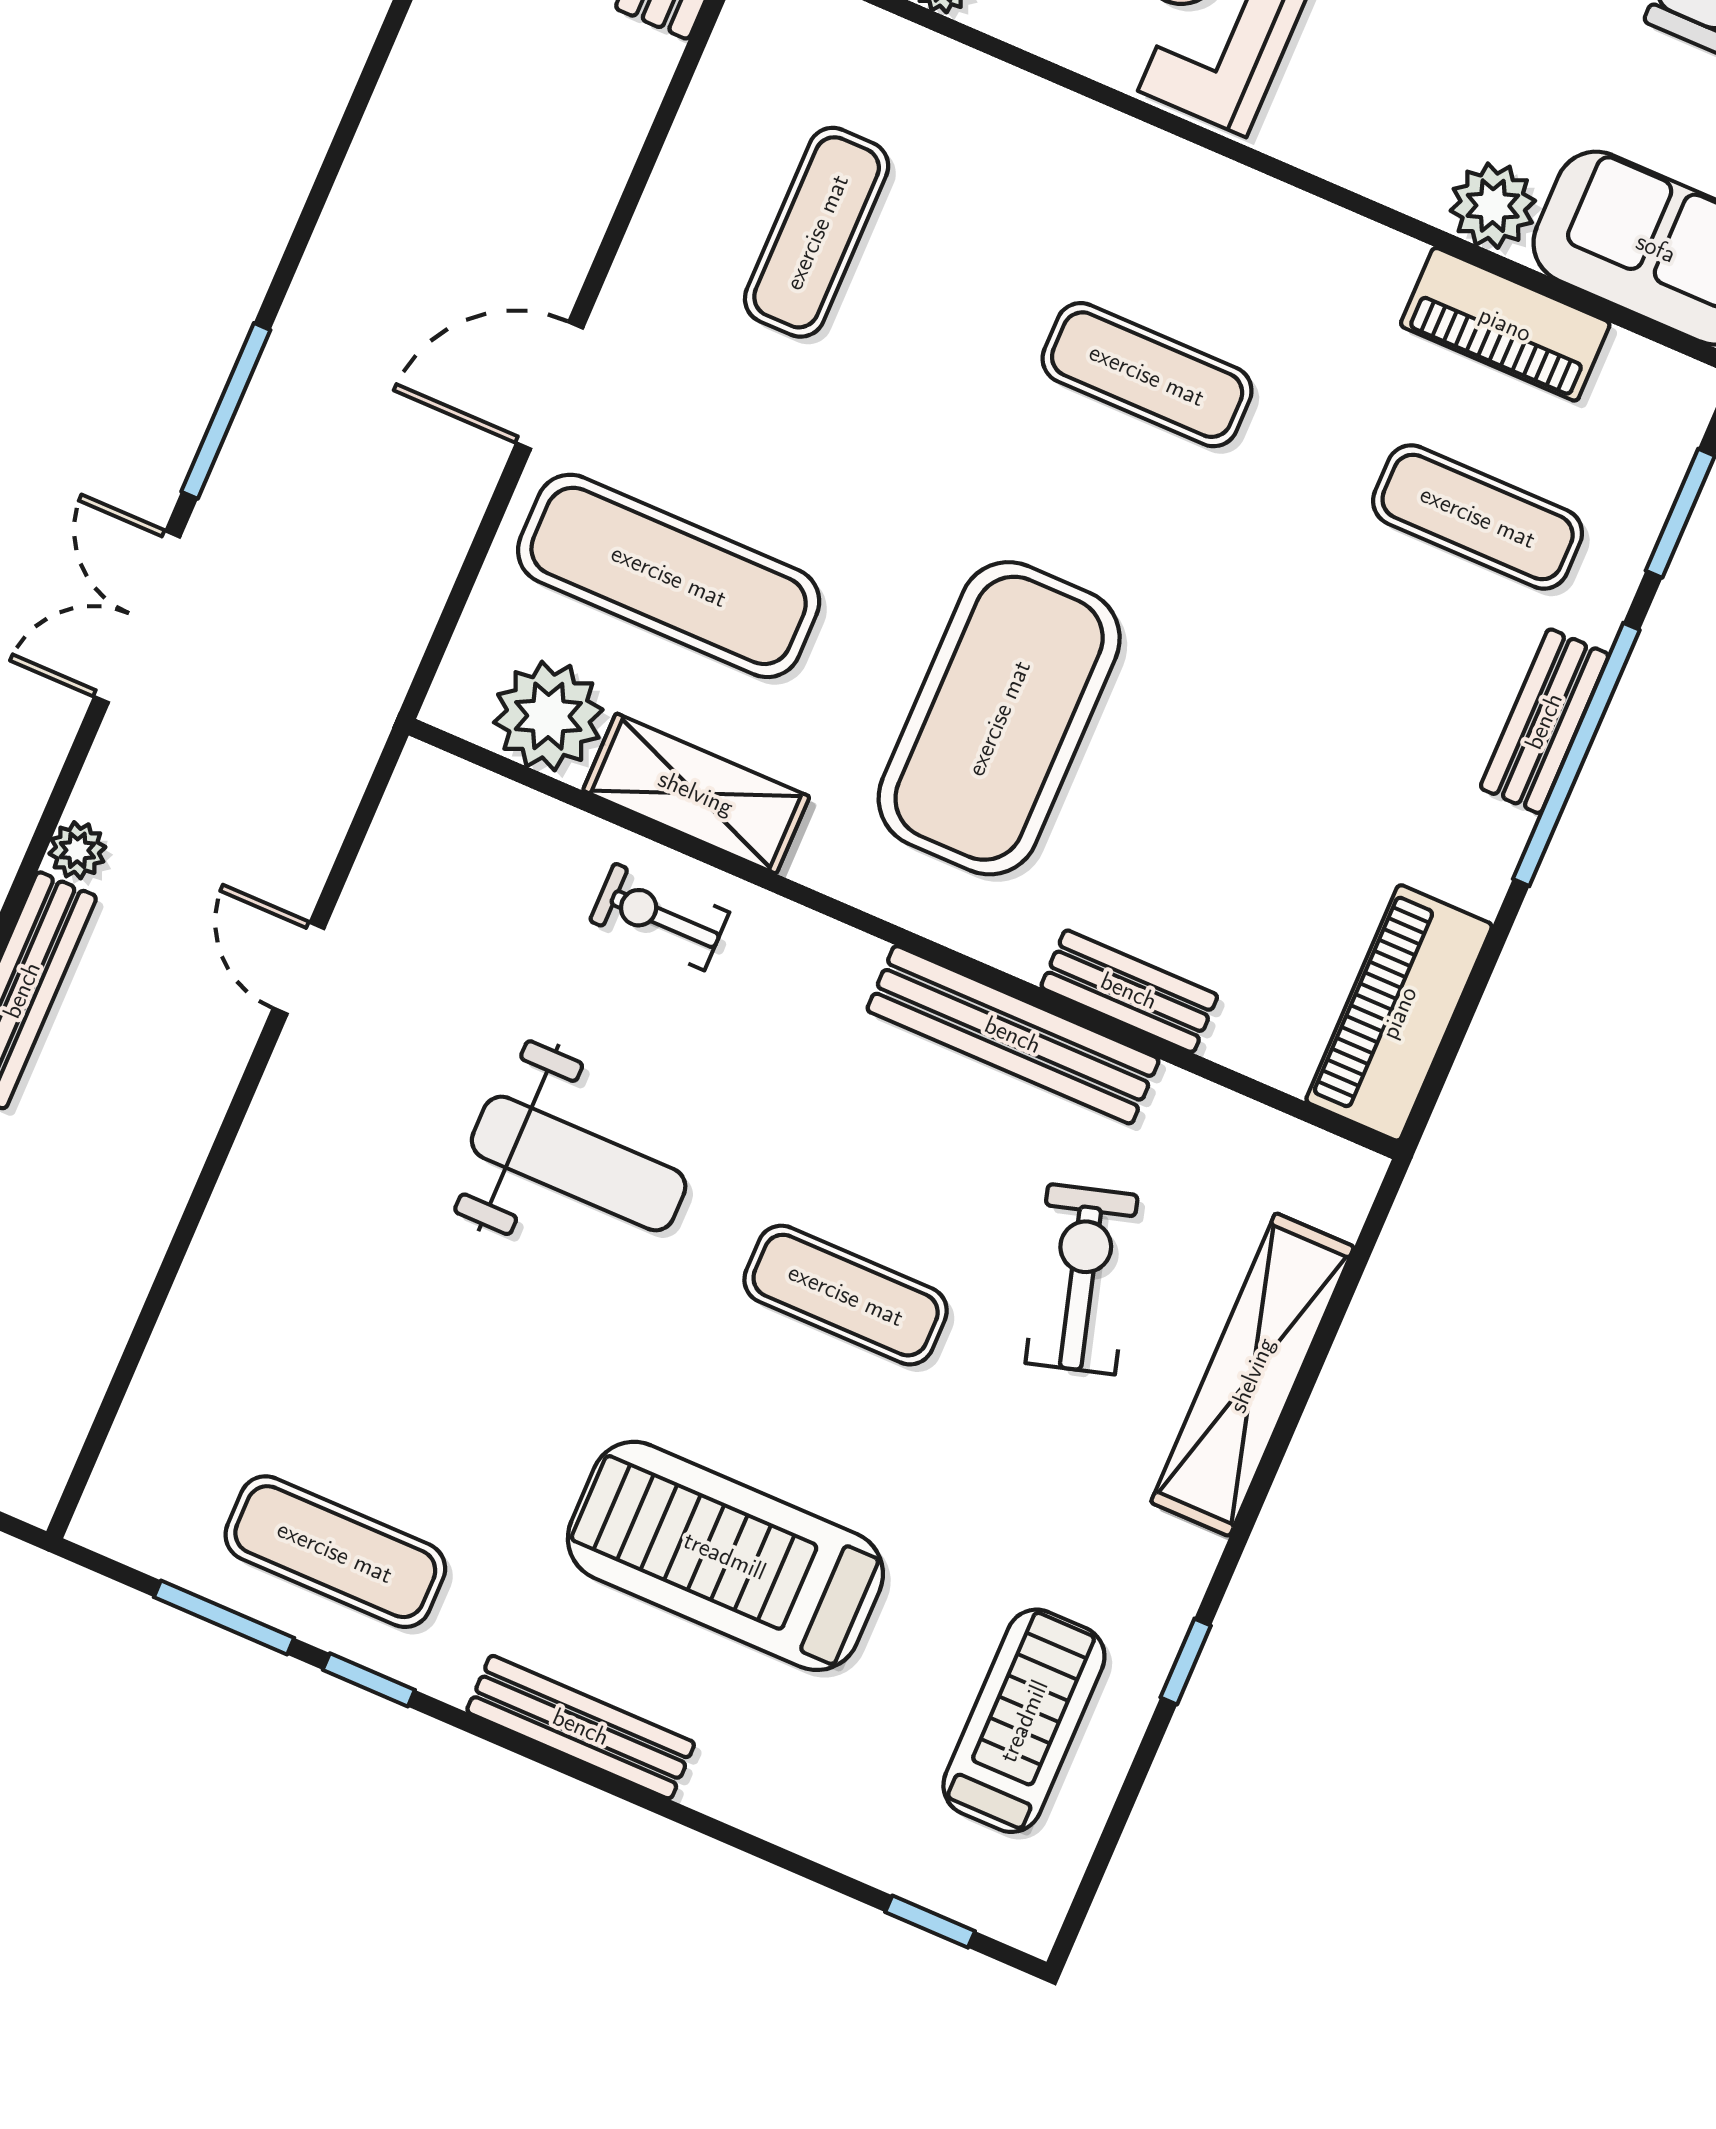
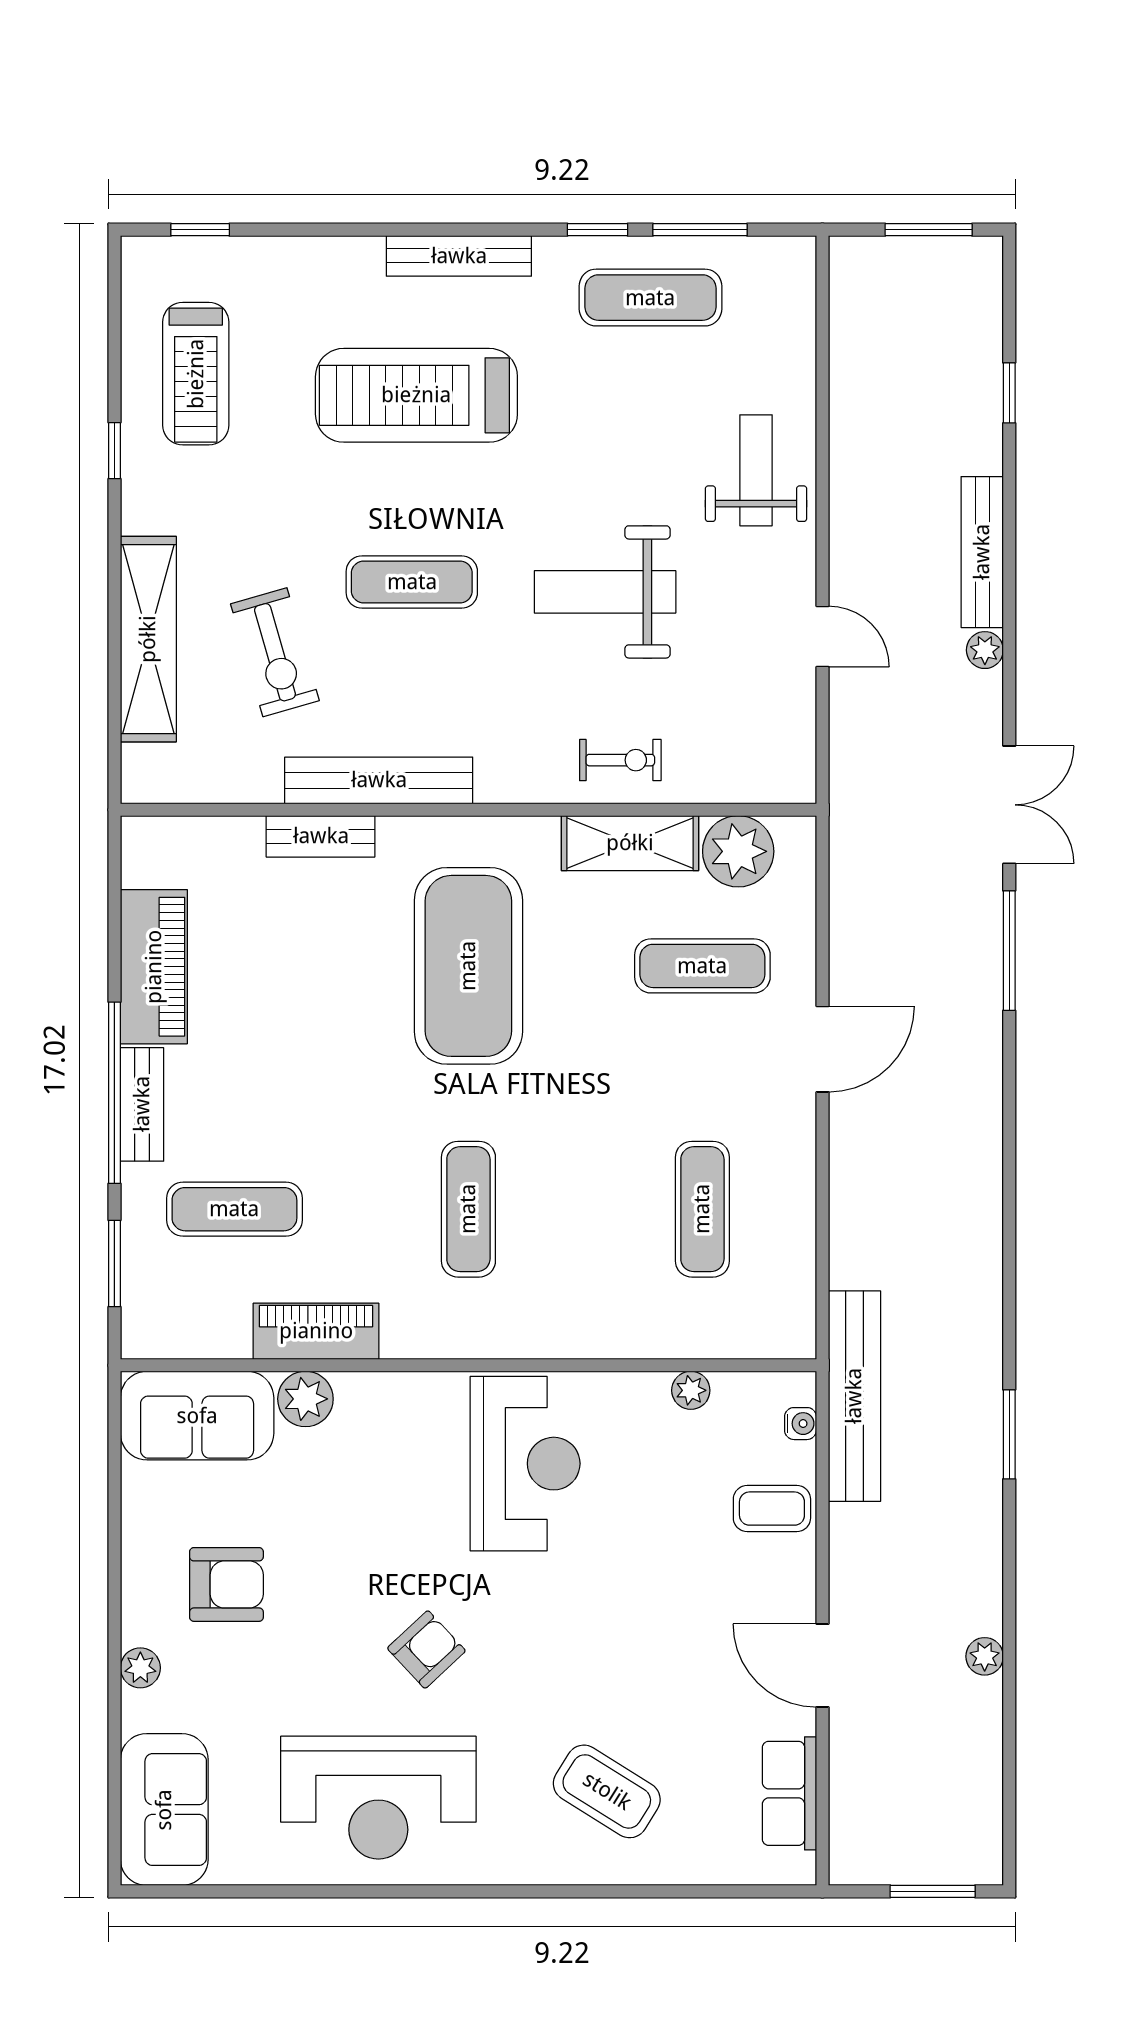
piano: (1505, 324) -> (316, 1331), moved
exercise mat: (1147, 375) -> (468, 1209), turned 90
exercise mat: (669, 576) -> (702, 966), width x0.73, depth x0.69
piano: (1399, 1013) -> (154, 967), moved
weight bench: (291, 1243) -> (756, 470), added
treadmill: (725, 1556) -> (416, 395), turned 180

